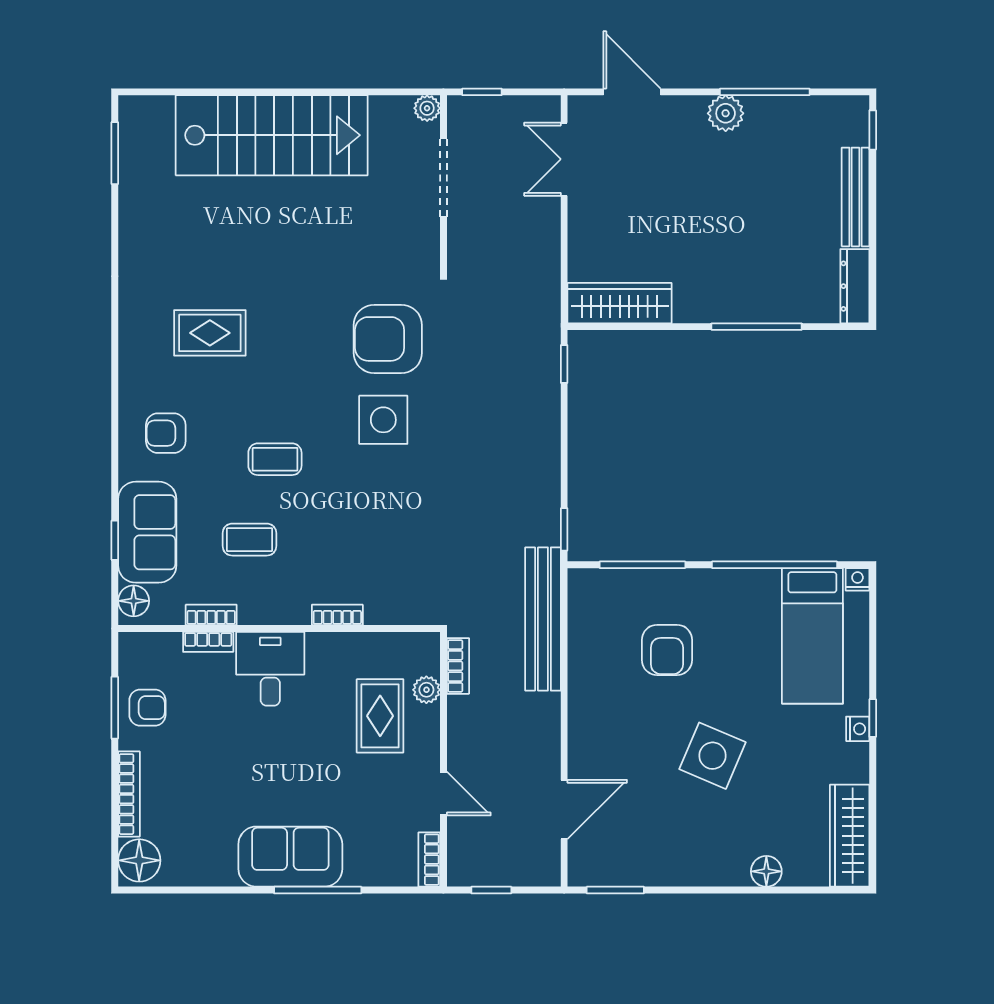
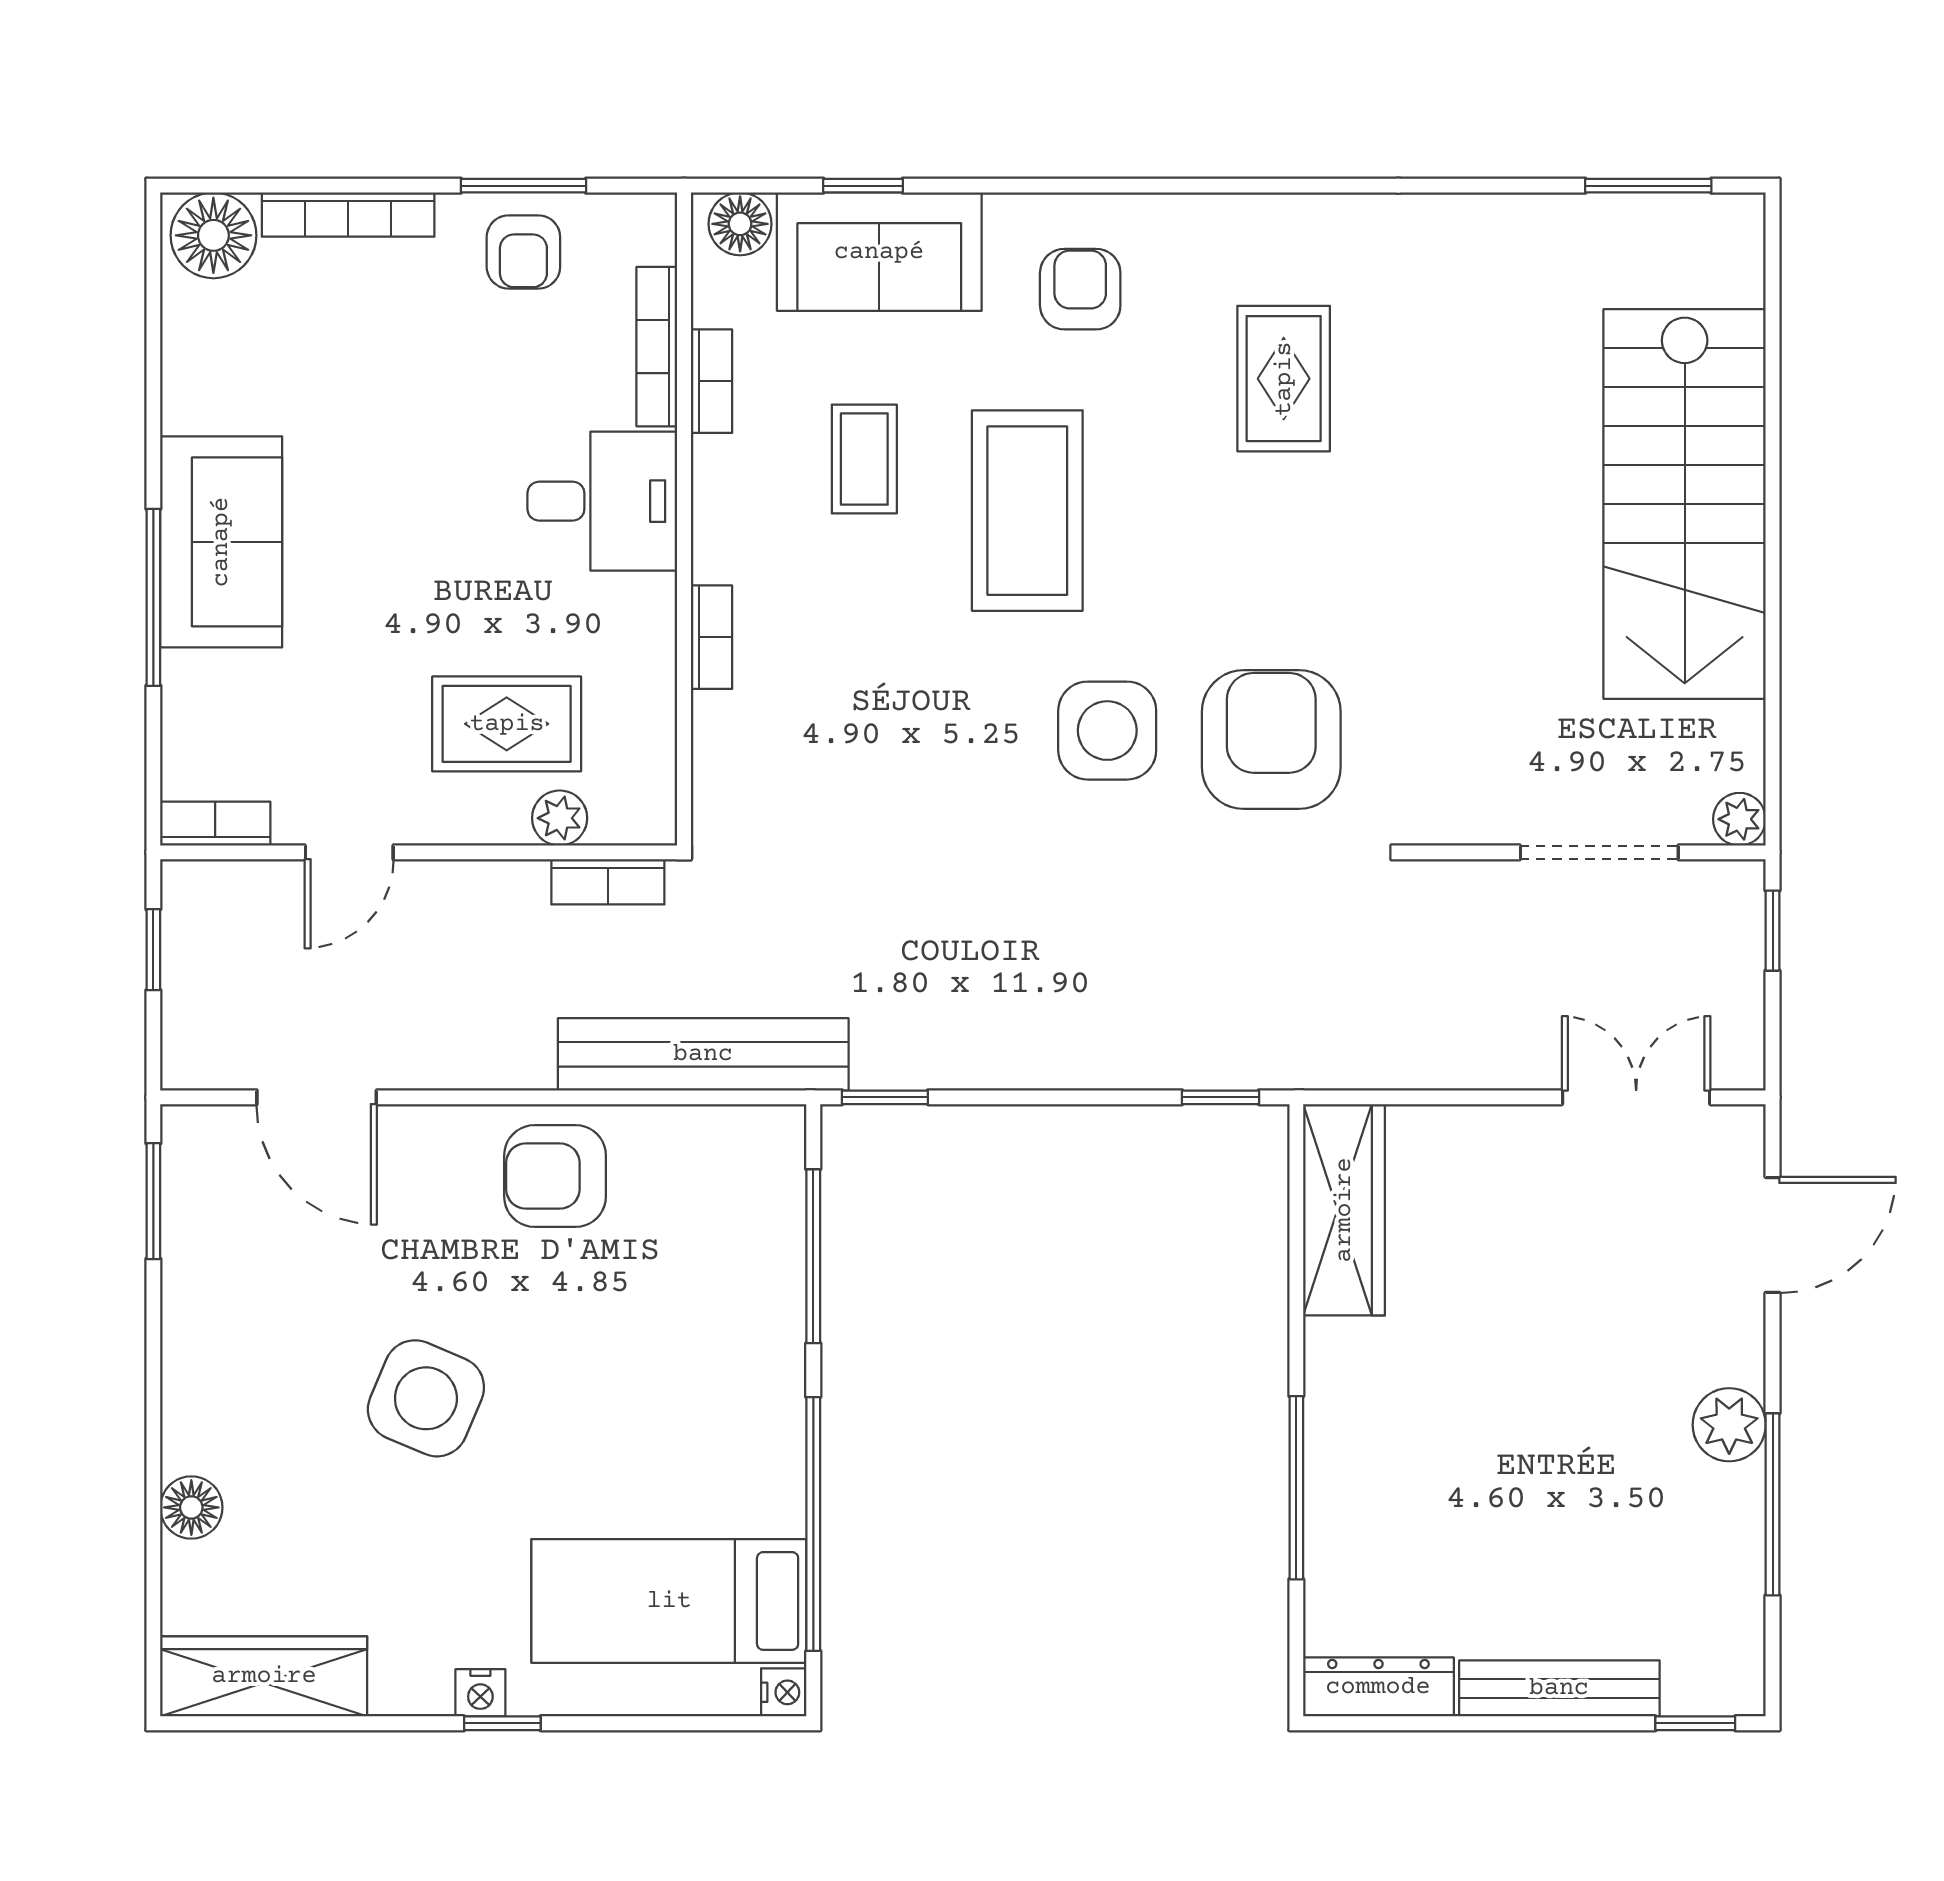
coffee table: (275, 459) -> (1027, 511), width x1.86, depth x1.72
bookcase: (208, 642) -> (657, 347), width x1.56
armchair: (667, 650) -> (555, 1176), moved

